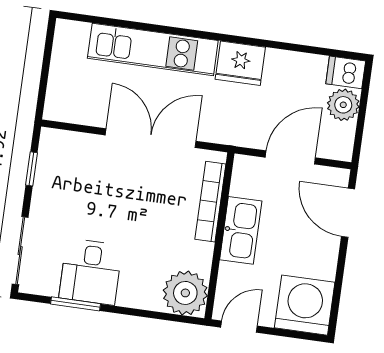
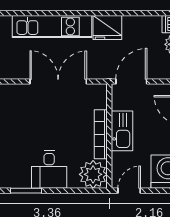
door: (290, 157) -> (131, 81), moved
bookcase: (210, 202) -> (101, 134), moved
desk: (91, 272) -> (49, 169), moved

